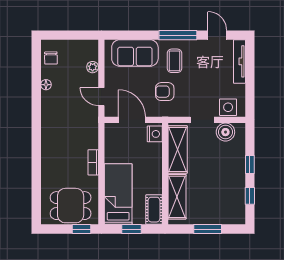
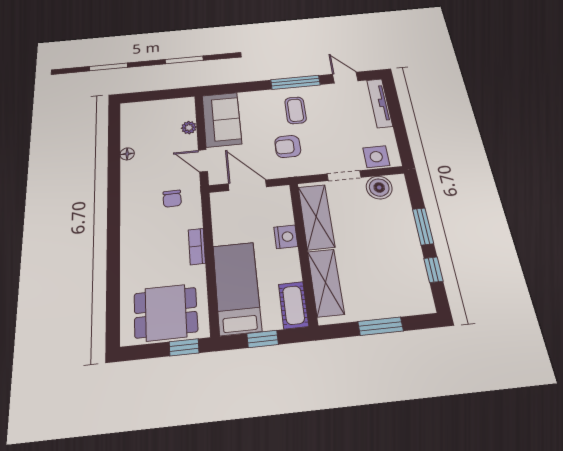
sofa: (135, 53) -> (222, 120), moved, turned -90
chair: (51, 58) -> (172, 199), moved
nightstand: (155, 134) -> (286, 237), moved
window: (250, 165) -> (423, 226), width x1.50

